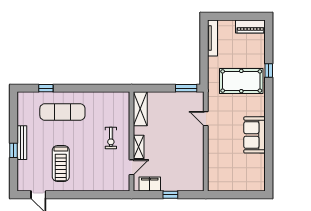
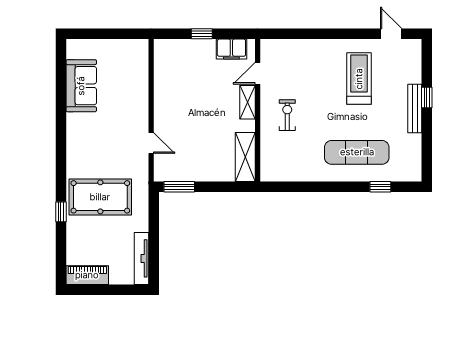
sofa: (255, 135) -> (81, 86), moved

